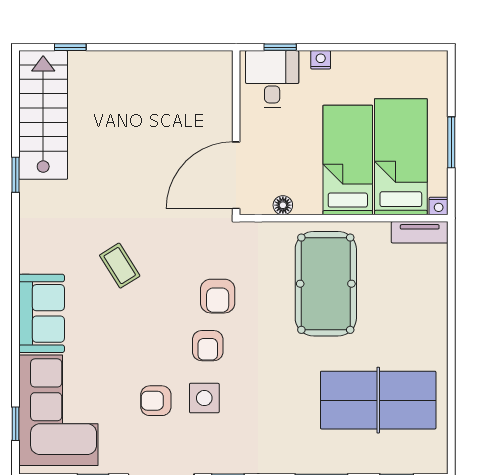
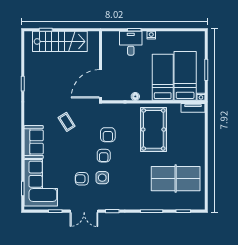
stairs: (43, 115) -> (60, 41), moved, turned 90
wall: (236, 133) -> (101, 66), moved
door: (236, 175) -> (101, 84), moved

